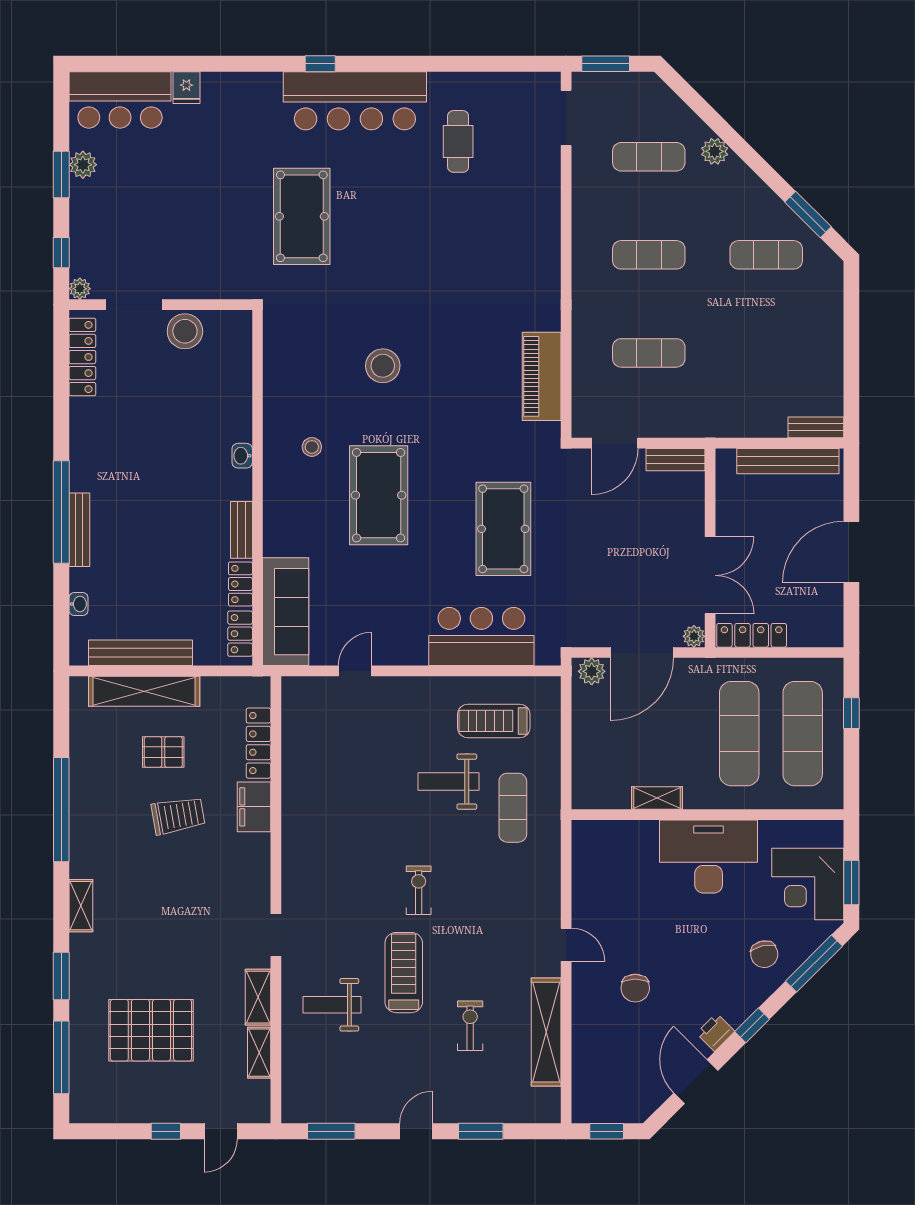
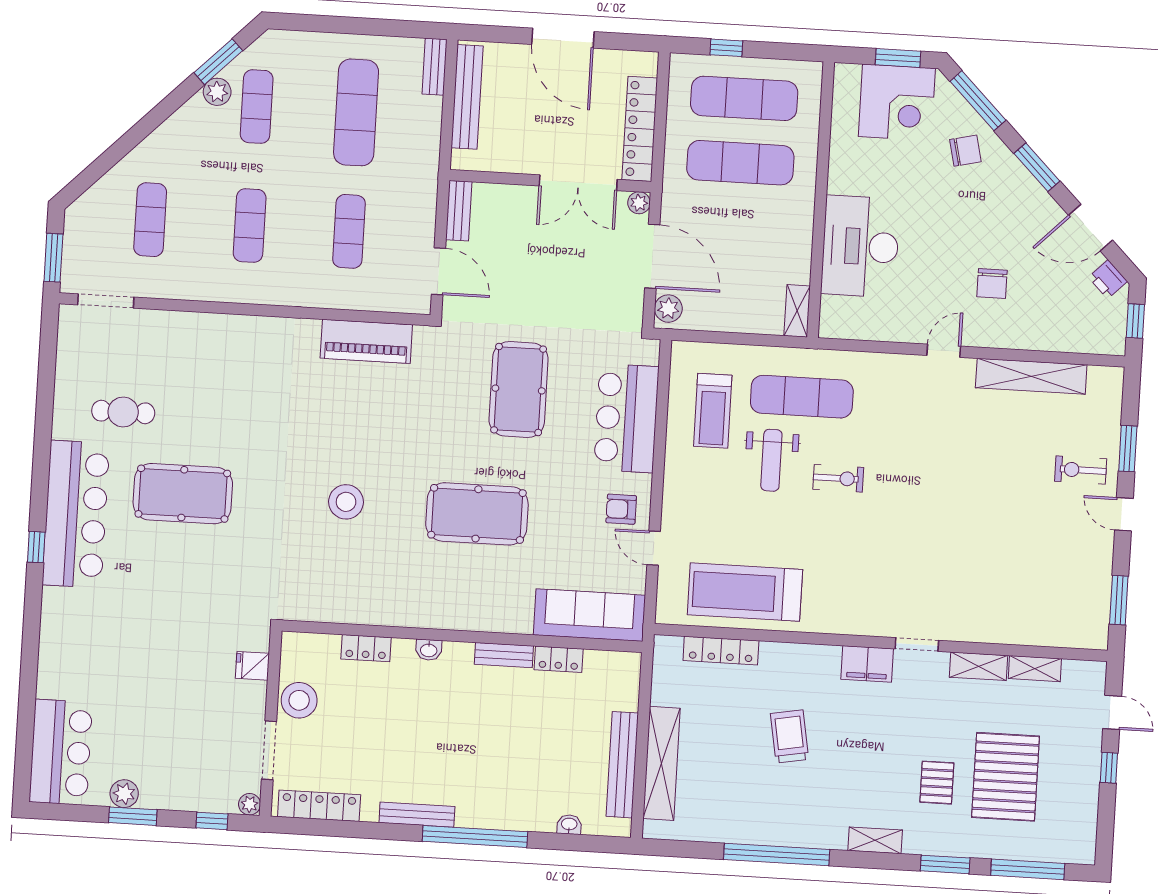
fridge: (186, 88) -> (252, 666), moved, turned 180
plant: (715, 151) -> (217, 92), moved
pool table: (302, 216) -> (183, 494), moved
exercise mat: (766, 353) -> (356, 112), added
stool: (312, 447) -> (424, 579), removed
pool table: (503, 529) -> (519, 389), turned 90
bench: (79, 530) -> (417, 815), moved
double door: (710, 575) -> (578, 183), swing flipped
locker: (240, 634) -> (366, 648), moved
locker: (752, 635) -> (640, 129), width x1.41, depth x1.21
armchair: (392, 637) -> (621, 509), added
pallet: (163, 752) -> (937, 783), moved
shelving: (657, 798) -> (797, 311), moved
filing cabinet: (254, 807) -> (867, 664), moved
exercise mat: (513, 808) -> (802, 397), width x1.36, depth x1.45
desk: (709, 857) -> (860, 246), moved
exercise bike: (419, 890) -> (838, 478), moved, turned 180
treadmill: (404, 973) -> (745, 592), moved, width x1.37, depth x1.38
chair: (635, 988) -> (992, 283), turned 90
weight bench: (332, 1005) -> (991, 592), removed
window: (752, 1025) -> (1037, 167), width x1.50
exercise bike: (470, 1026) -> (1081, 470), moved
printer: (716, 1032) -> (1108, 279), moved

